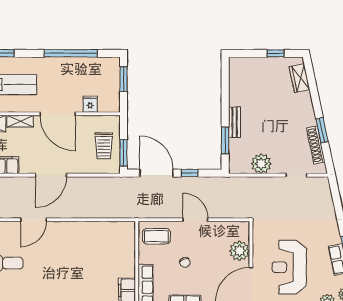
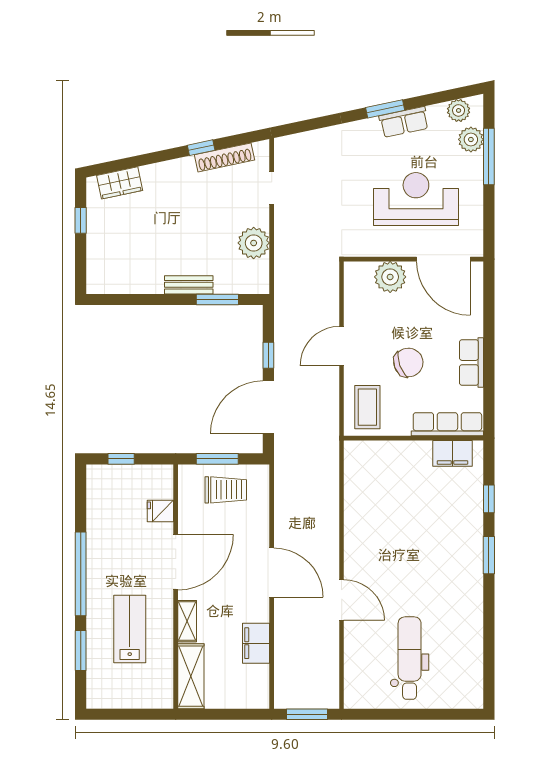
window: (71, 53) -> (81, 574), moved
window: (124, 79) -> (121, 459), width x0.67
window: (322, 130) -> (201, 148), width x0.67
window: (124, 153) -> (217, 459), moved
chair: (185, 262) -> (408, 363), width x1.87, depth x1.87
reception desk: (289, 267) -> (416, 199), turned 180

